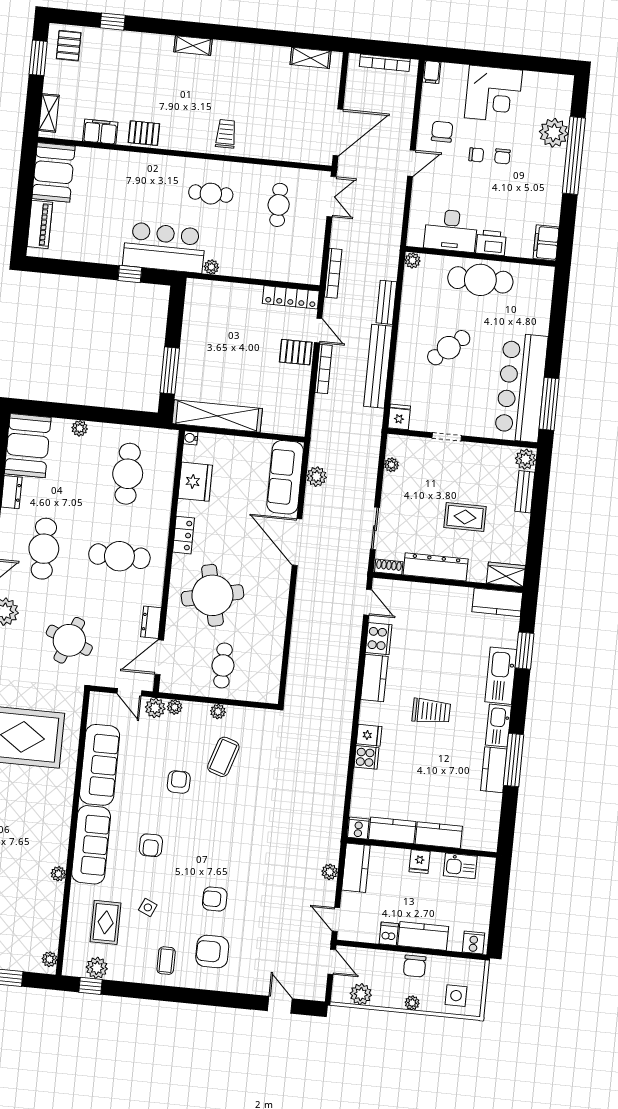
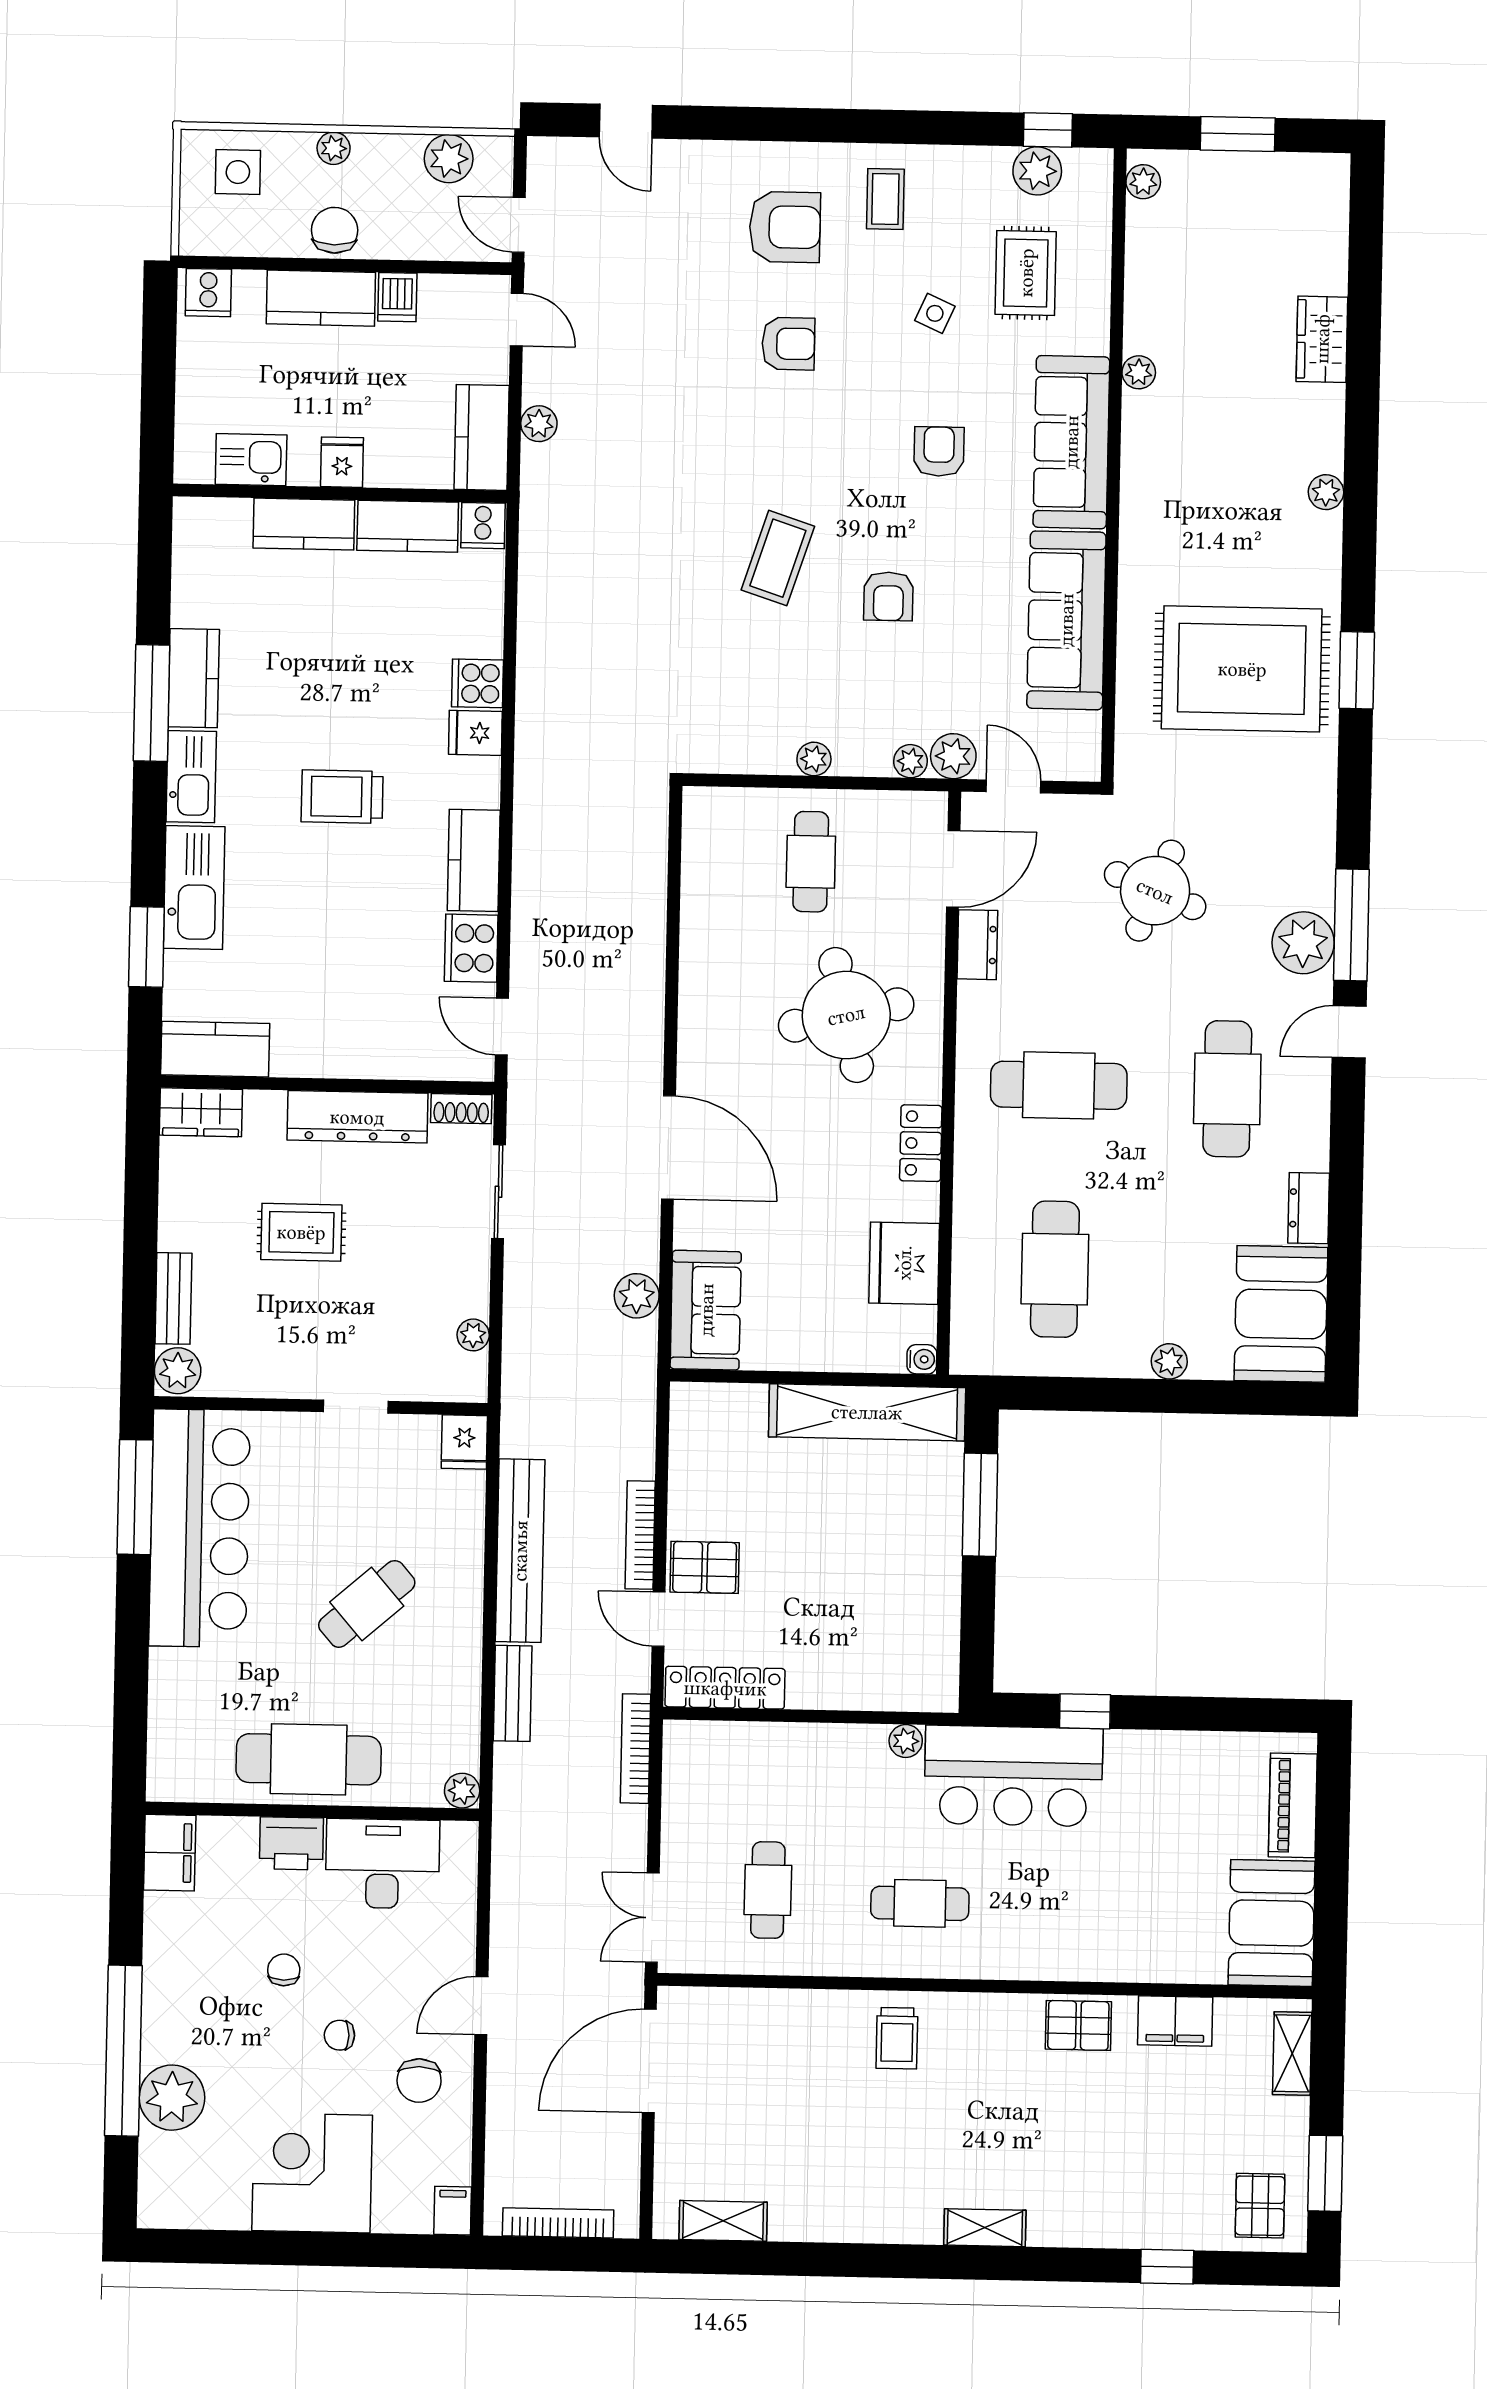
chair: (502, 156) -> (284, 1970), moved
sofa: (285, 477) -> (706, 1310), width x0.73
coffee table: (223, 757) -> (778, 558), moved

